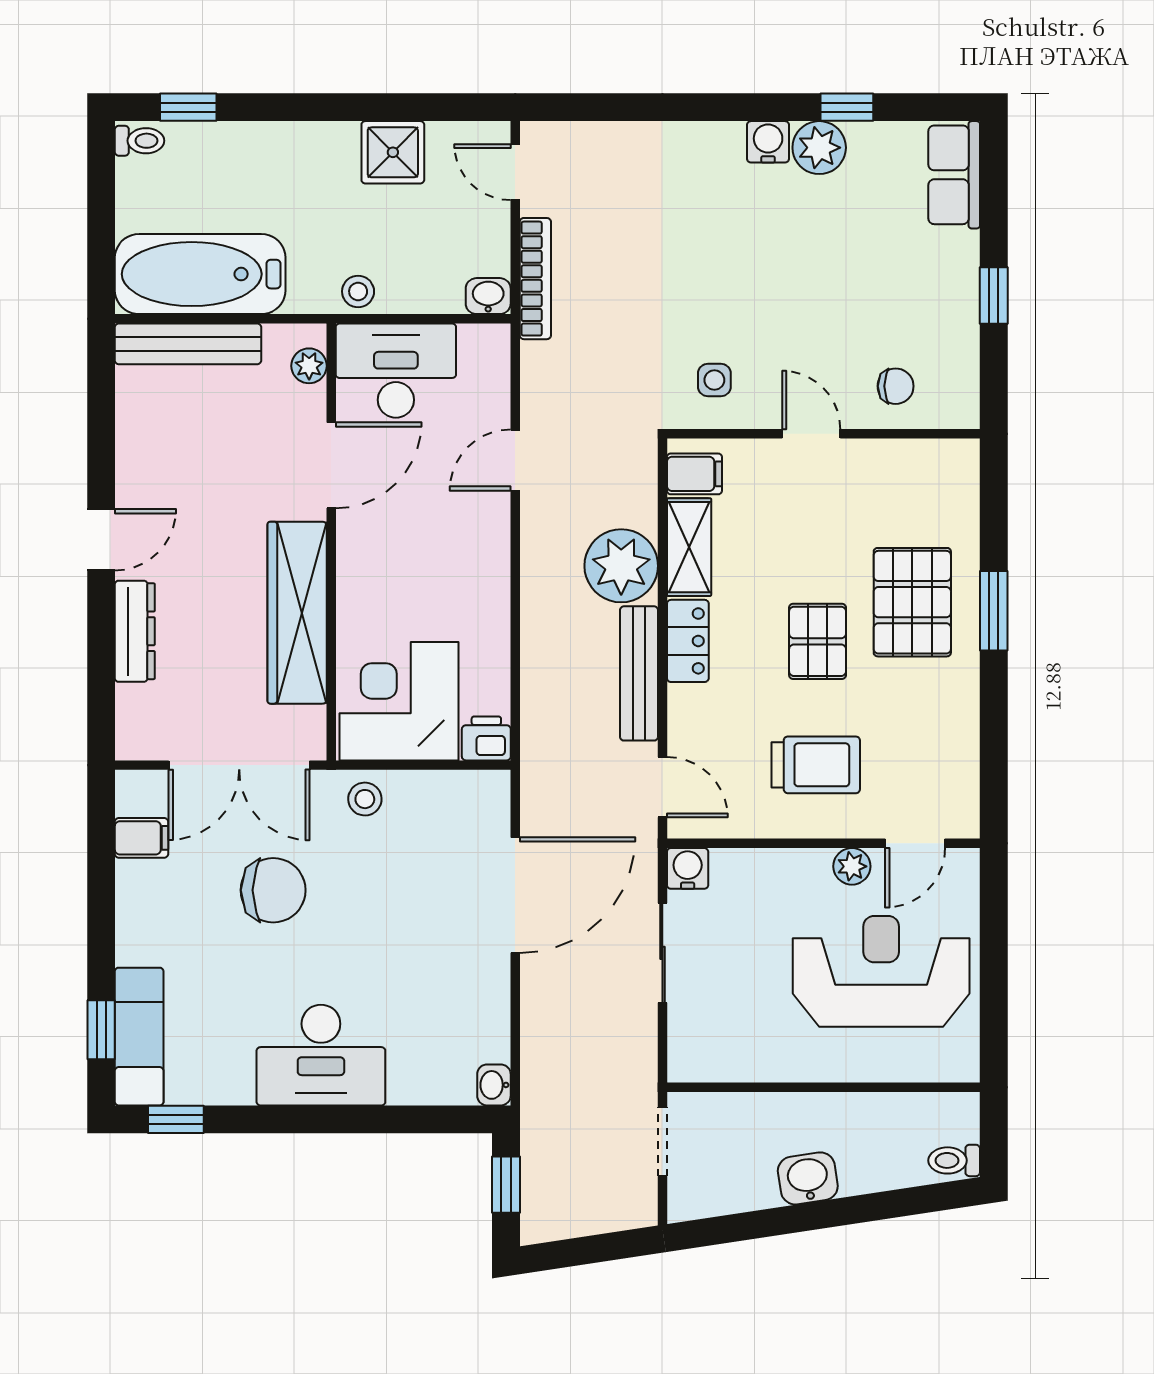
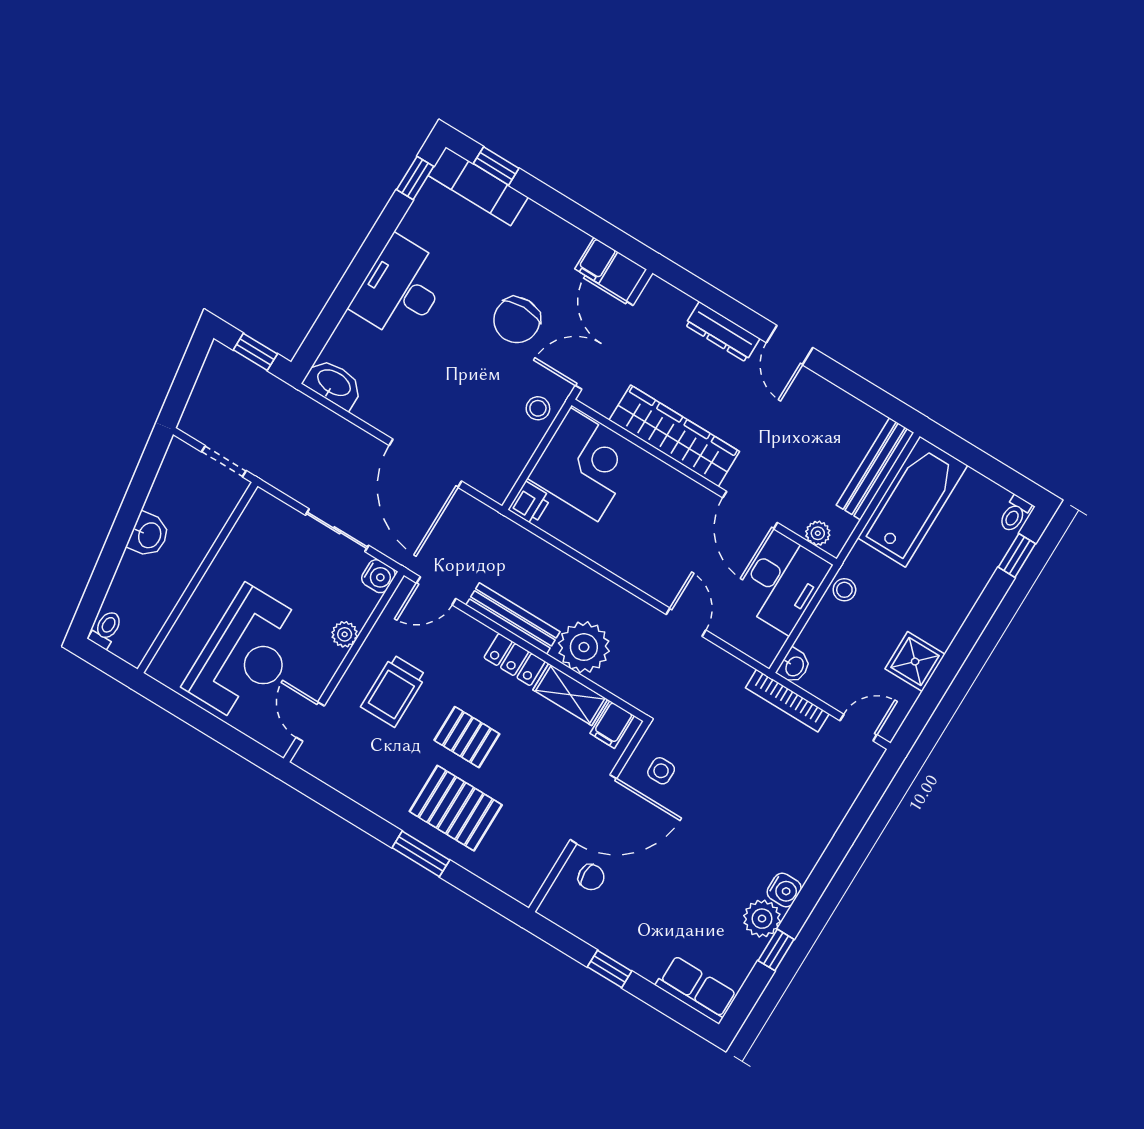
chair: (896, 386) -> (591, 877), turned -90
door: (811, 434) -> (593, 809), width x1.88
plant: (852, 866) -> (345, 634), moved
washbasin: (494, 1085) -> (333, 384), width x1.91, depth x1.45

